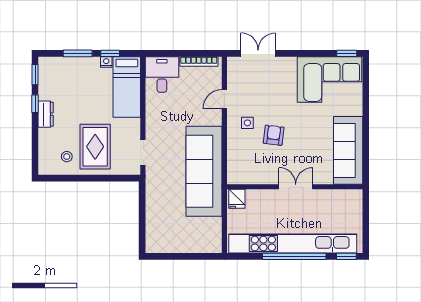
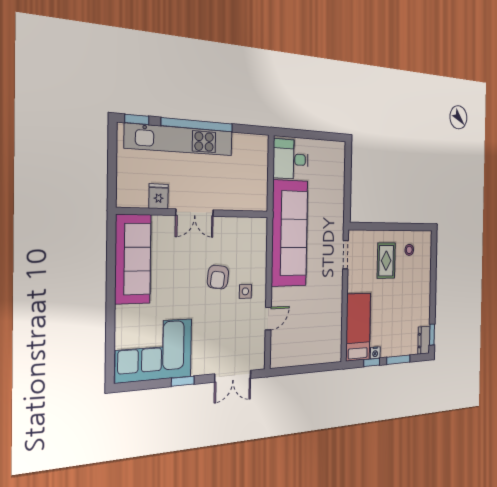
window: (347, 53) -> (183, 381), moved
bookcase: (199, 61) -> (292, 361), removed
desk: (162, 75) -> (291, 159), moved, turned 90
window: (35, 104) -> (433, 304), removed
dresser: (46, 114) -> (424, 340), moved
rug: (95, 147) -> (386, 261), width x0.73, depth x0.70
fridge: (237, 199) -> (159, 196), moved
kitchen unit: (293, 243) -> (180, 140), width x0.73

